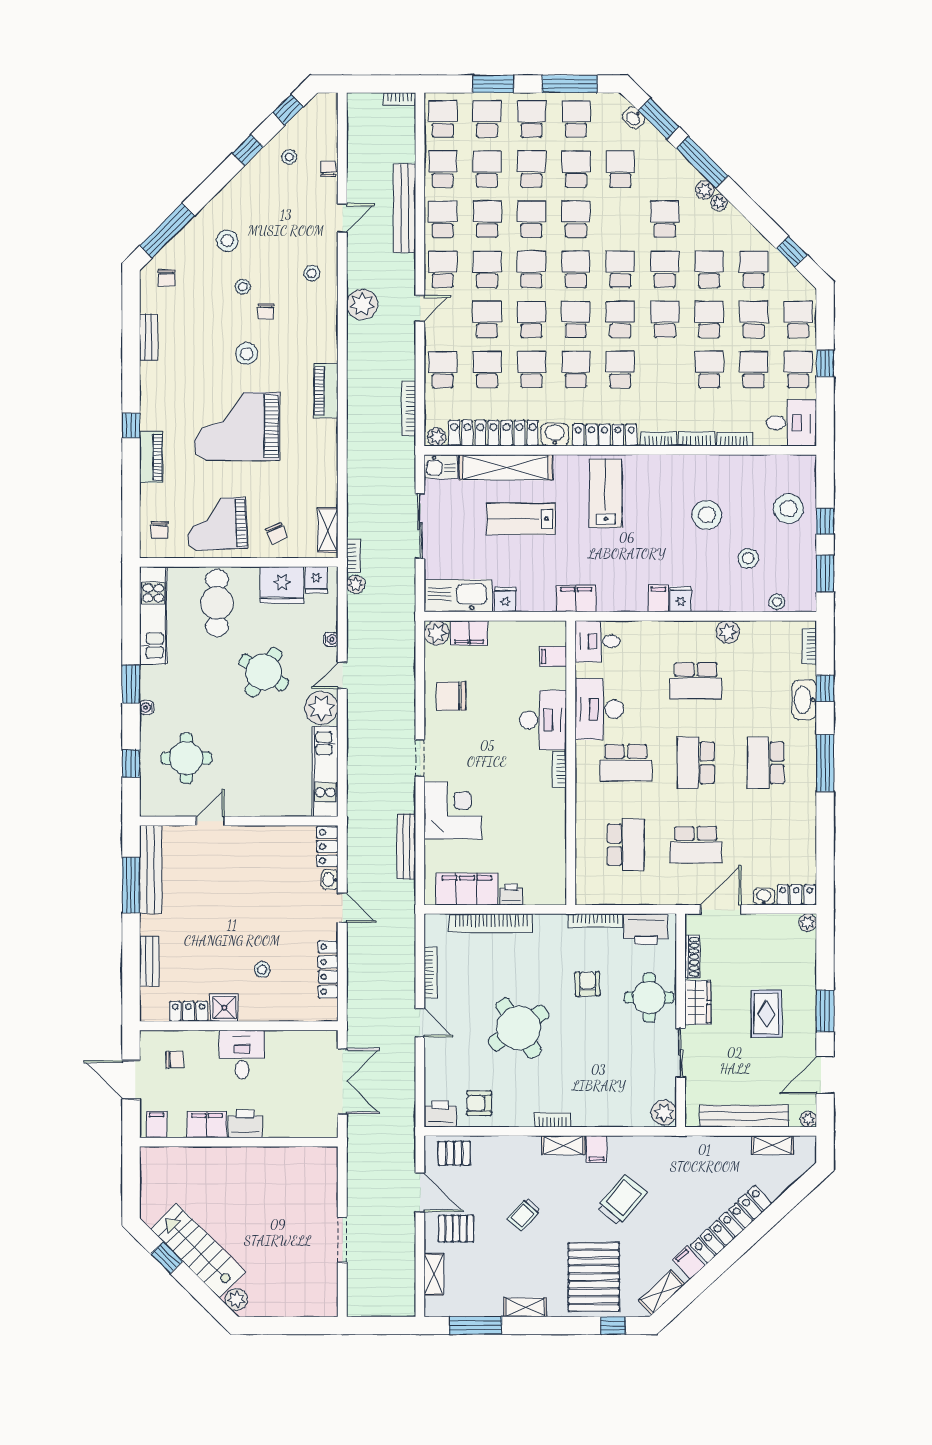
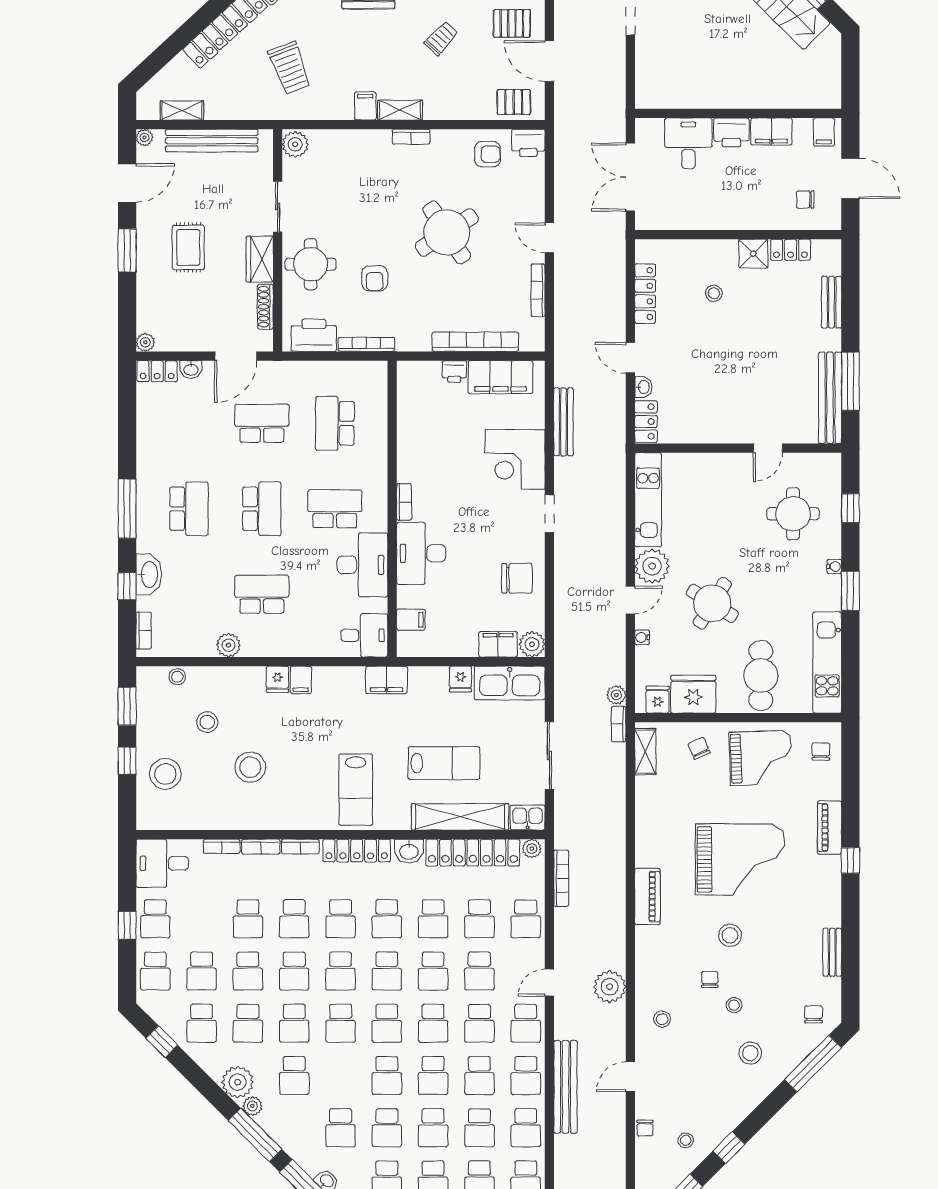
plant: (719, 203) -> (238, 1082), width x1.87, depth x1.87
school desk: (754, 370) -> (294, 919), moved
desk: (242, 1055) -> (688, 143), moved, turned 180
trolley: (621, 1200) -> (290, 68), moved, turned -61

